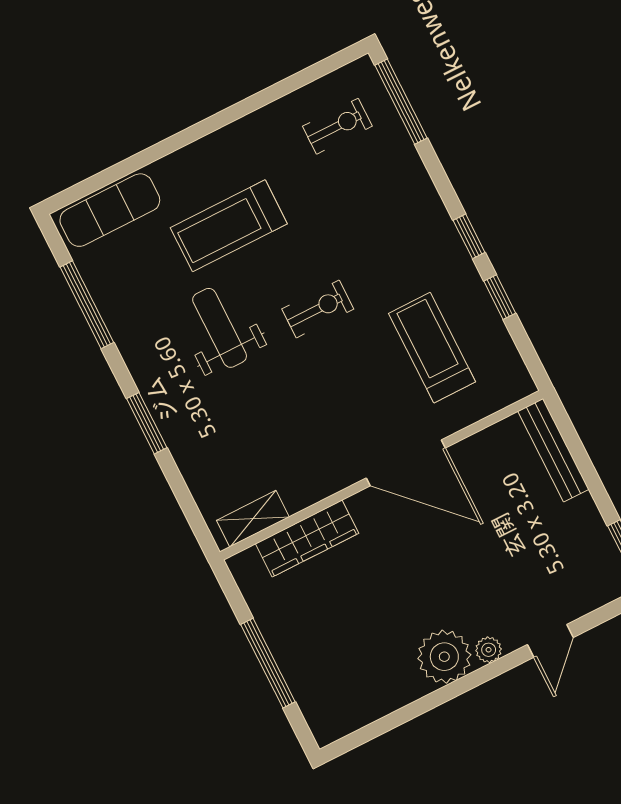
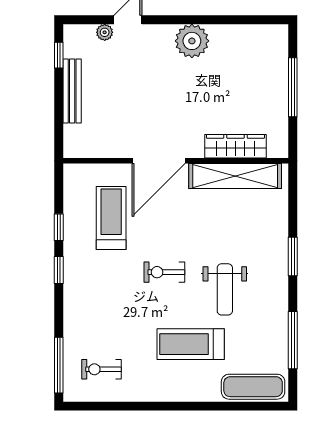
treadmill: (229, 226) -> (191, 344), turned 180
treadmill: (432, 348) -> (111, 218), turned 180
bench: (553, 450) -> (72, 91), moved
door: (406, 463) -> (159, 161), swing flipped
shelving: (253, 519) -> (235, 176), width x2.20, depth x1.33
plant: (489, 650) -> (105, 32), moved

